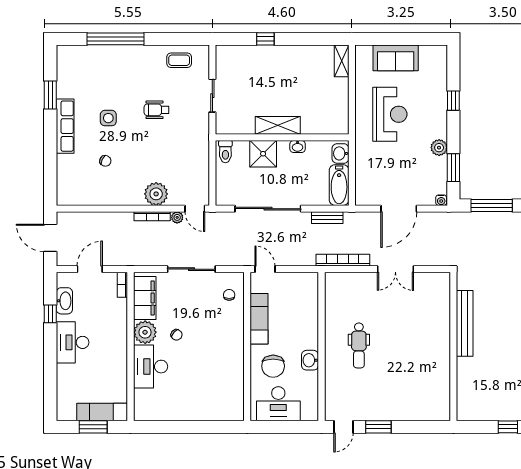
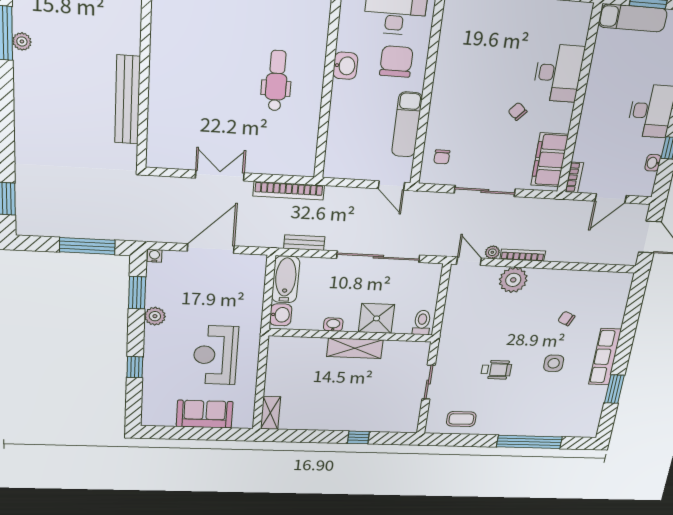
washbasin: (64, 301) -> (653, 163), width x0.52, depth x0.69
plant: (145, 332) -> (557, 117), removed

